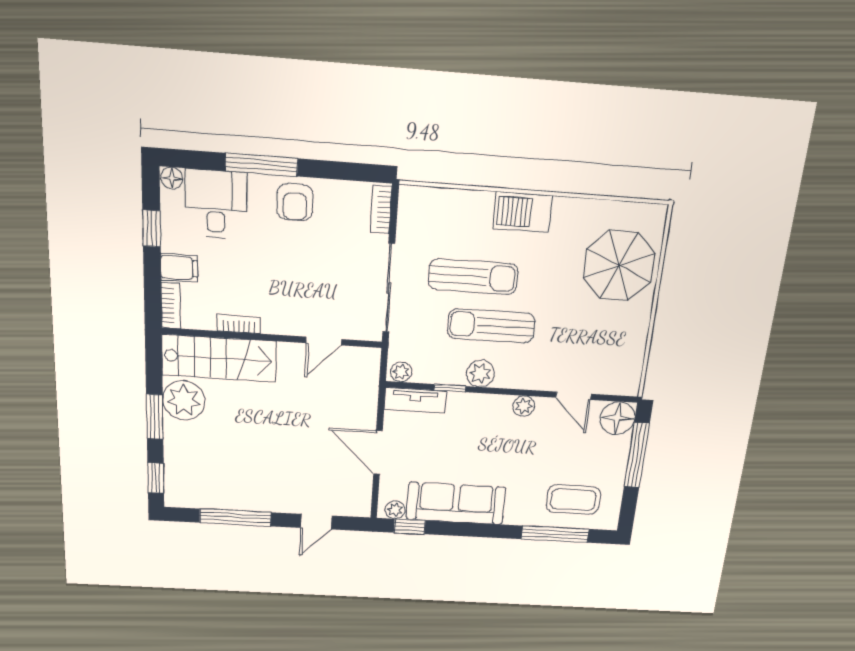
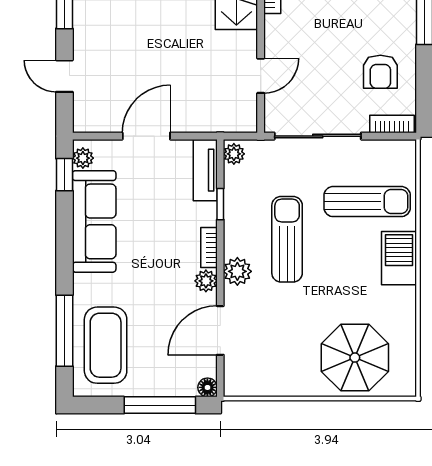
armchair: (295, 202) -> (380, 72), moved, turned -90
sun lounger: (473, 277) -> (367, 202), moved, turned -90
door: (324, 341) -> (261, 76), swing flipped
plant: (480, 374) -> (237, 271), moved
door: (574, 396) -> (220, 330), width x1.38
bookcase: (492, 401) -> (209, 248), added
floor lamp: (618, 418) -> (207, 387), width x0.53, depth x0.53
coffee table: (573, 500) -> (106, 345), width x1.36, depth x1.32

